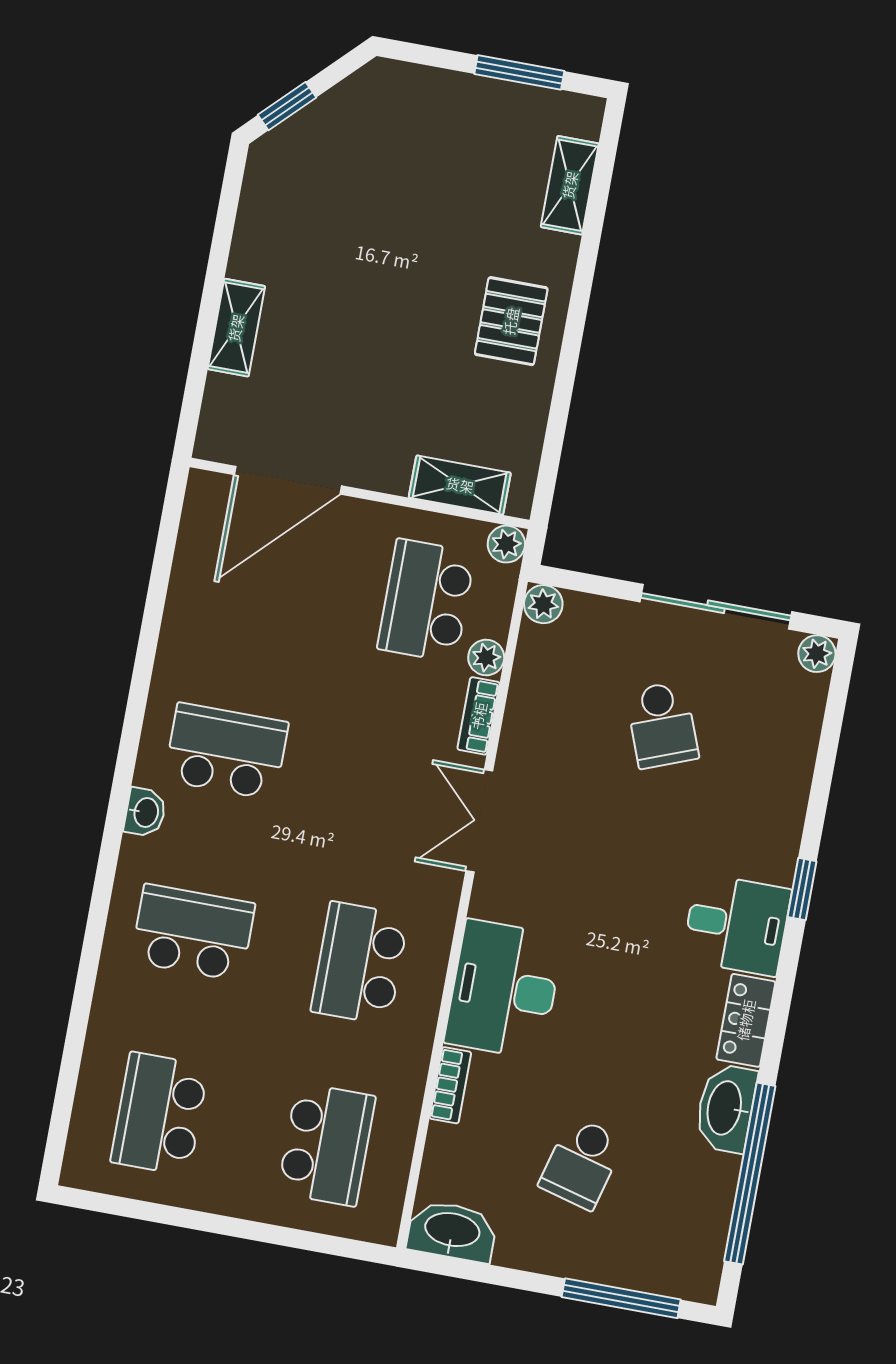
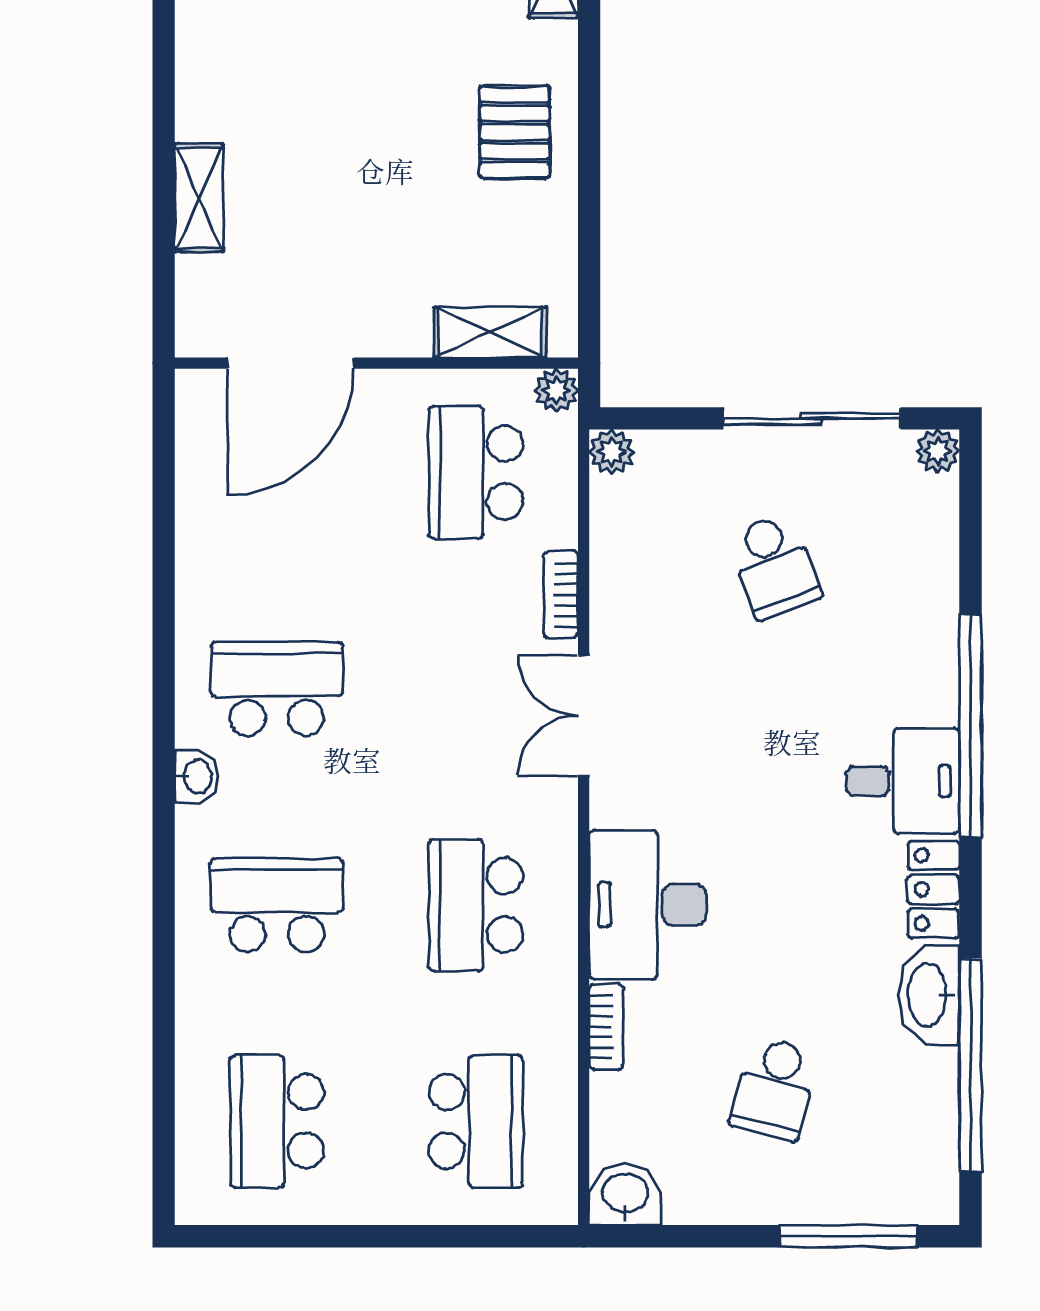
plant: (486, 658) -> (557, 526), removed
window: (802, 889) -> (970, 726), width x3.17
washbasin: (452, 1231) -> (625, 1195), width x0.72

